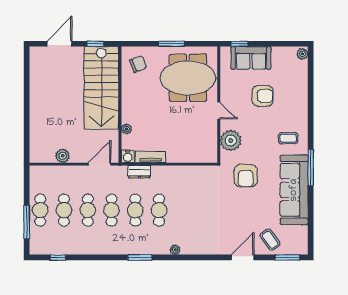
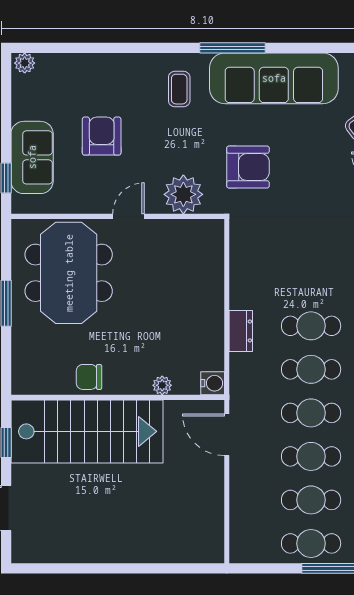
chair: (138, 64) -> (89, 377), moved, turned -70
plant: (63, 156) -> (212, 502), removed
tv unit: (150, 157) -> (214, 342), removed
dresser: (139, 172) -> (241, 331), moved

